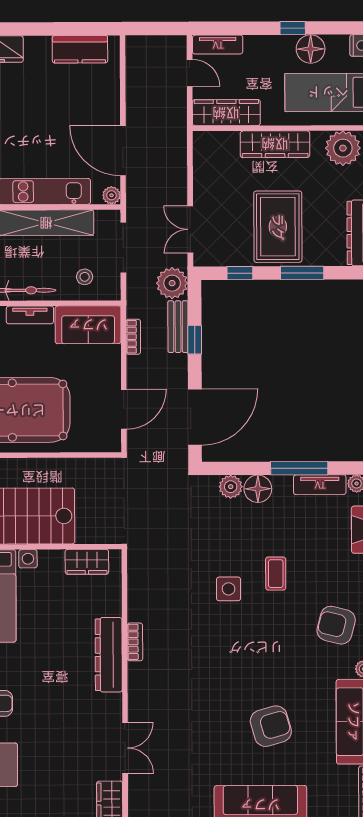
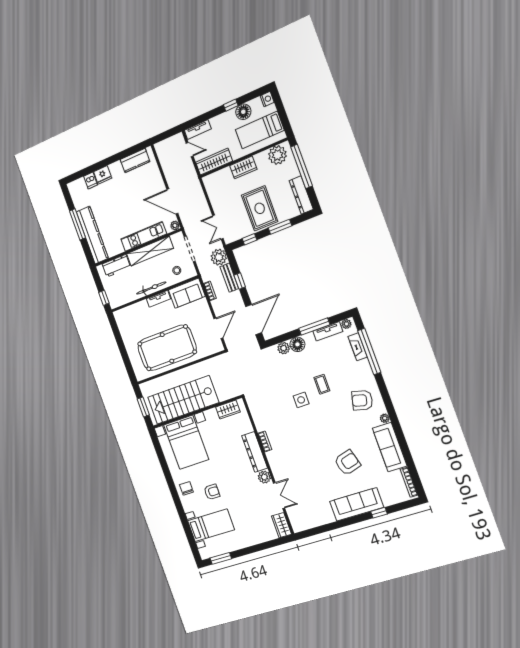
wardrobe: (275, 144) -> (243, 167), width x0.67
plant: (110, 706) -> (264, 477), added

